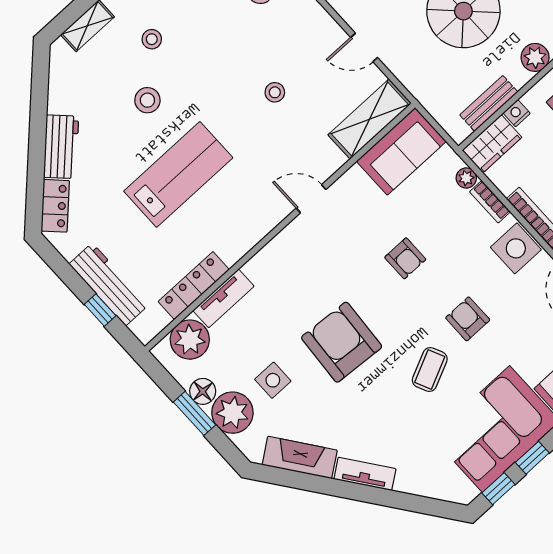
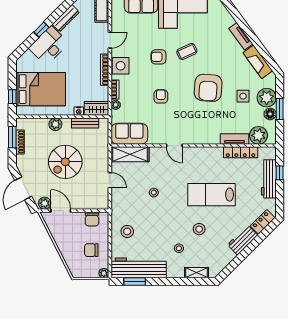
armchair: (468, 319) -> (159, 57), turned 90

